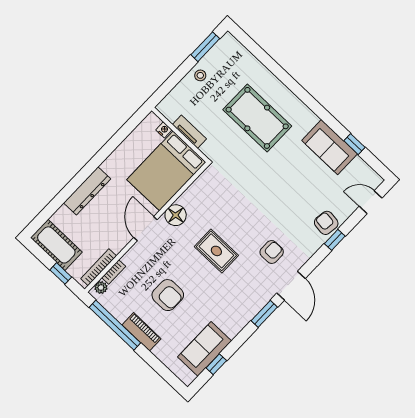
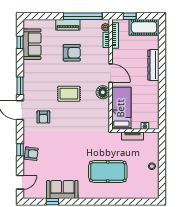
window: (205, 47) -> (162, 181), removed
bed: (166, 171) -> (121, 108), width x0.67
armchair: (168, 295) -> (72, 53), turned 180

